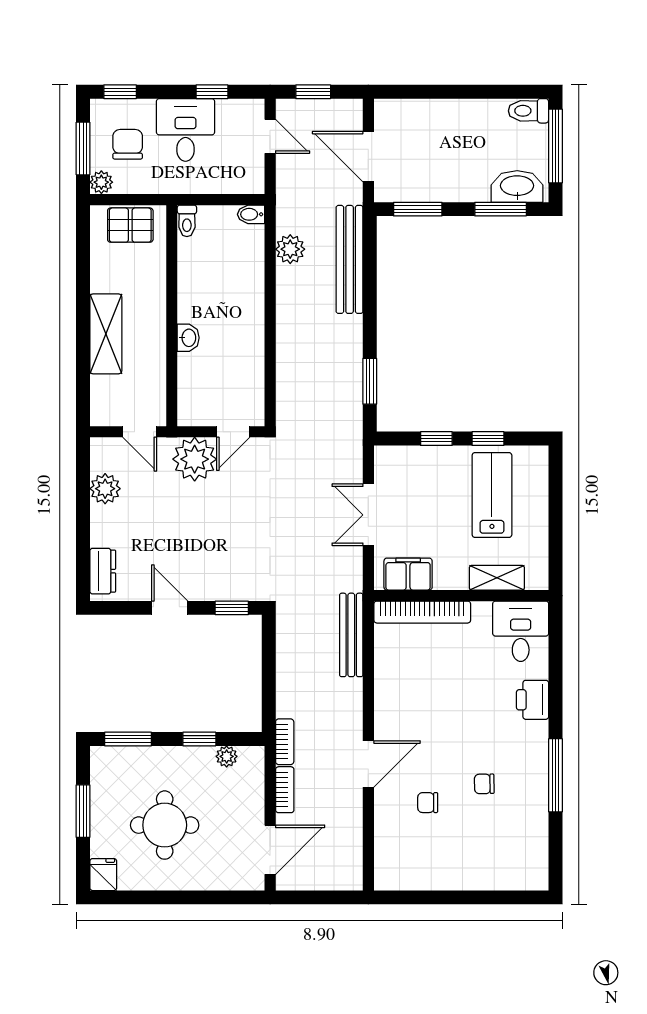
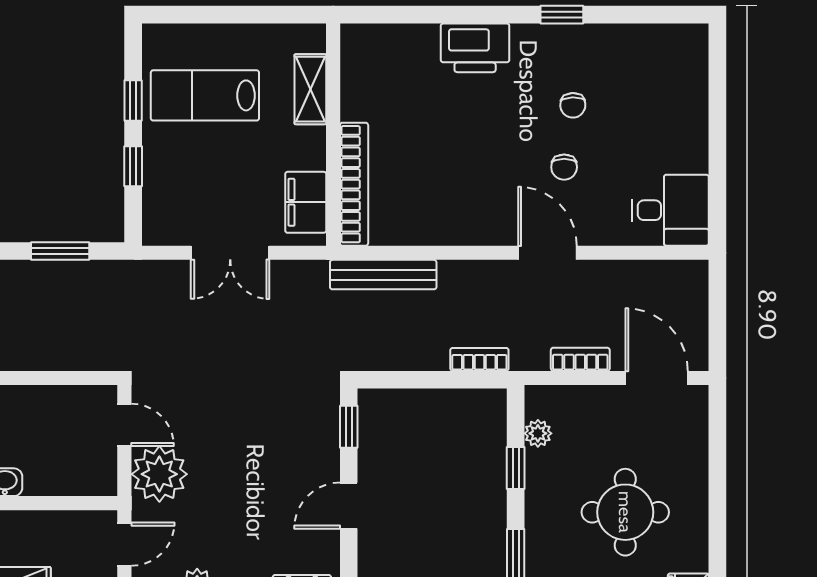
desk: (521, 631) -> (670, 210), moved, turned 180
printer: (533, 700) -> (475, 48), width x1.37, depth x1.19
bookcase: (285, 742) -> (479, 359), moved
window: (555, 775) -> (562, 15), width x0.46
chair: (428, 803) -> (564, 167), moved

